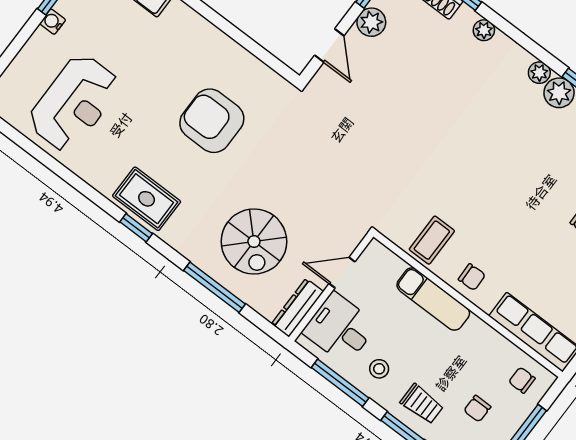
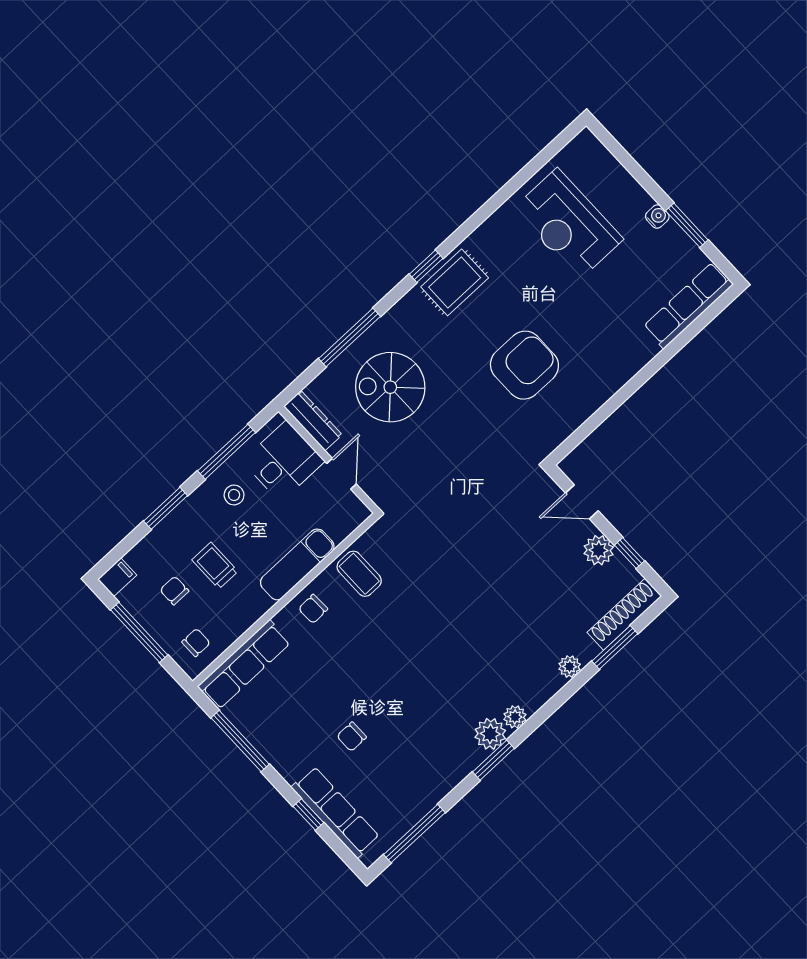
trolley: (422, 404) -> (215, 566), moved, turned 90

